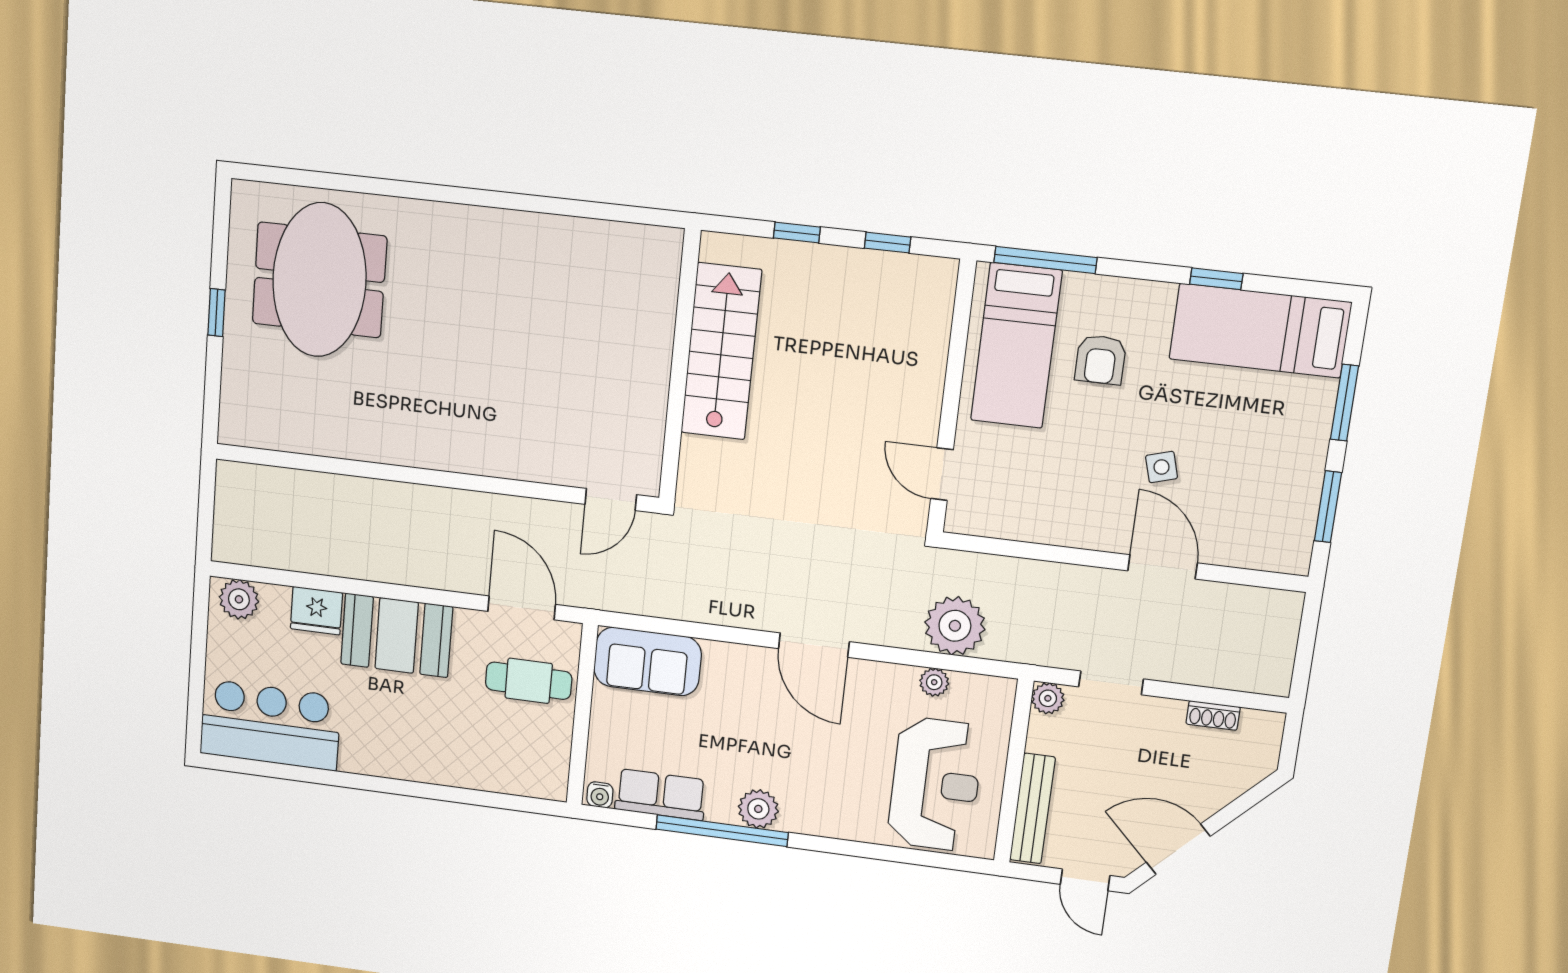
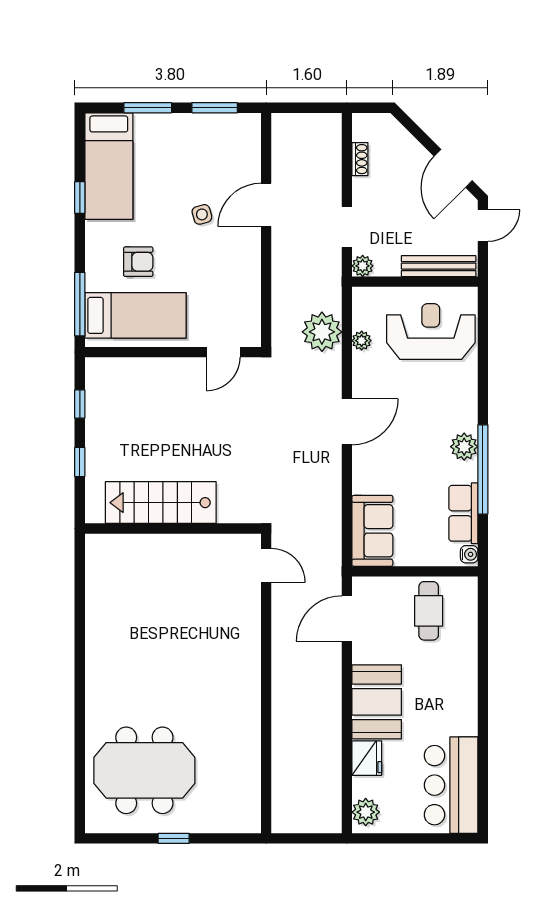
cafe table: (529, 681) -> (429, 611), moved

